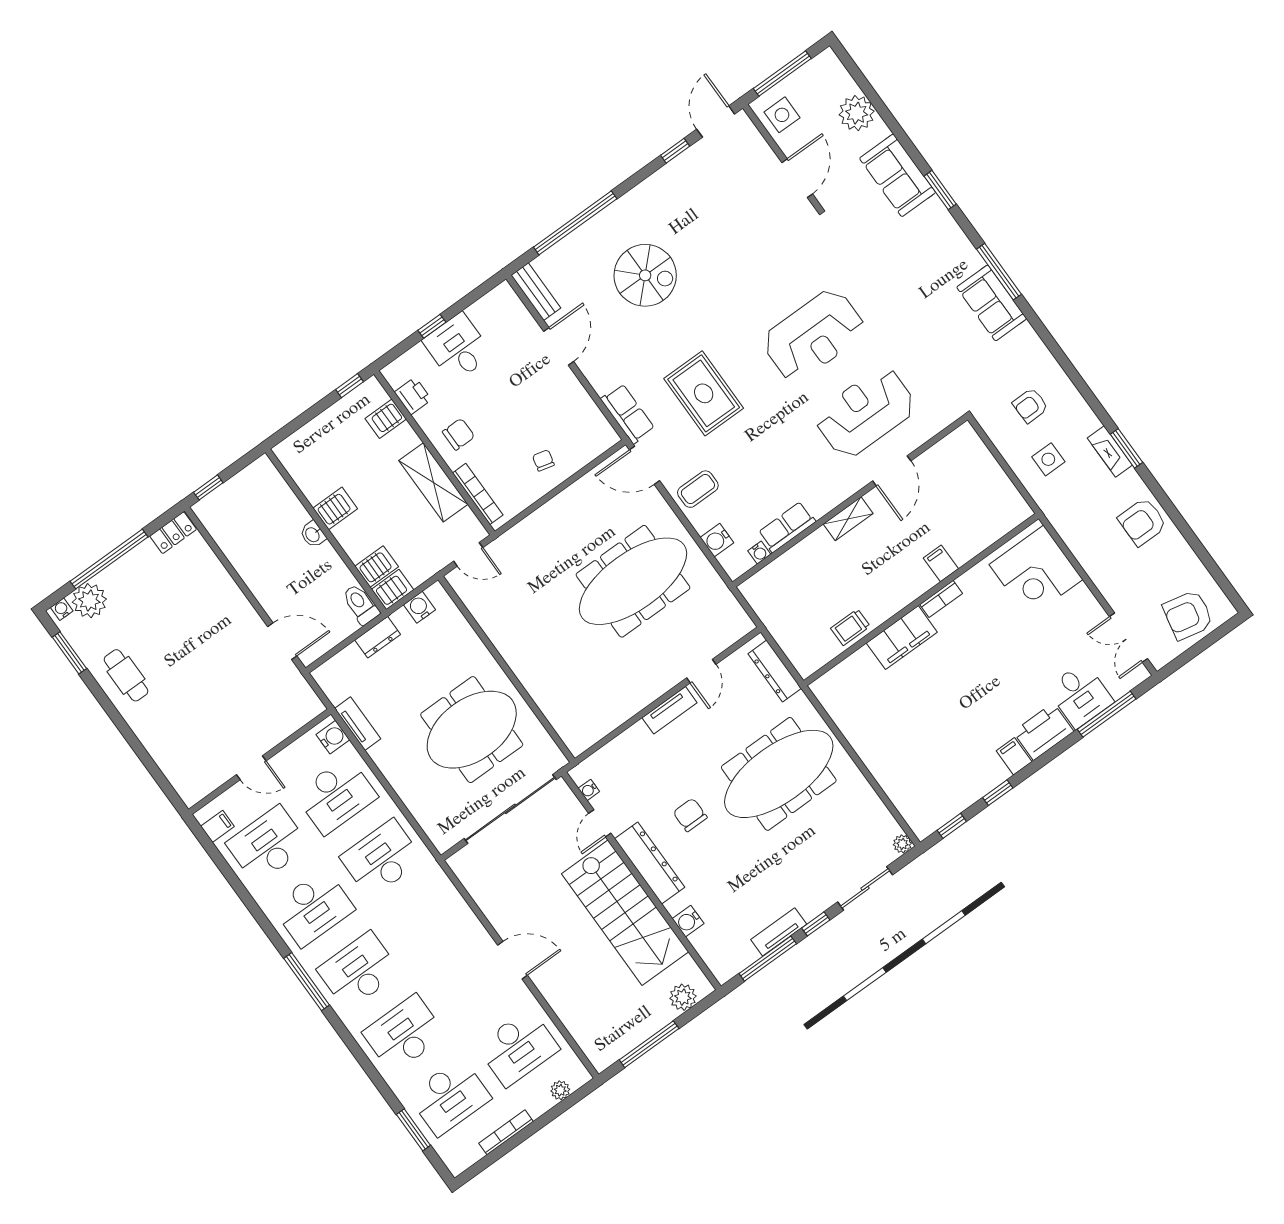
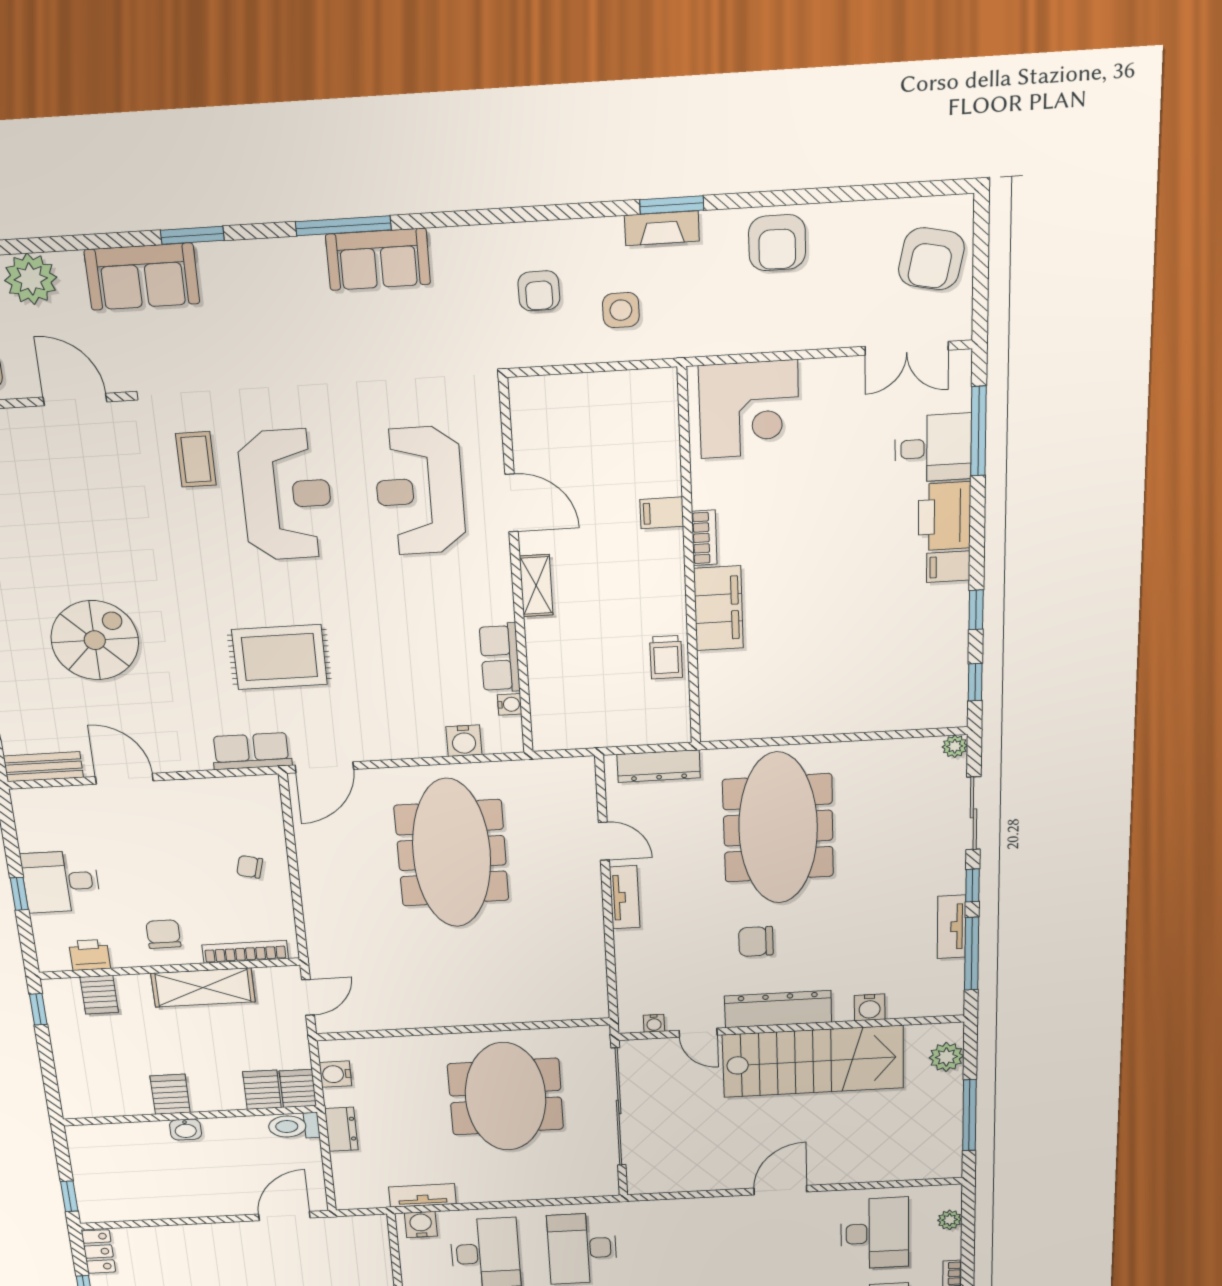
coffee table: (698, 489) -> (196, 459), moved

